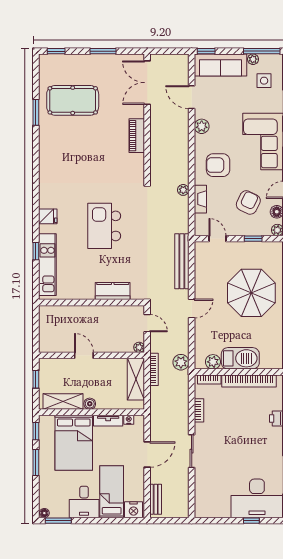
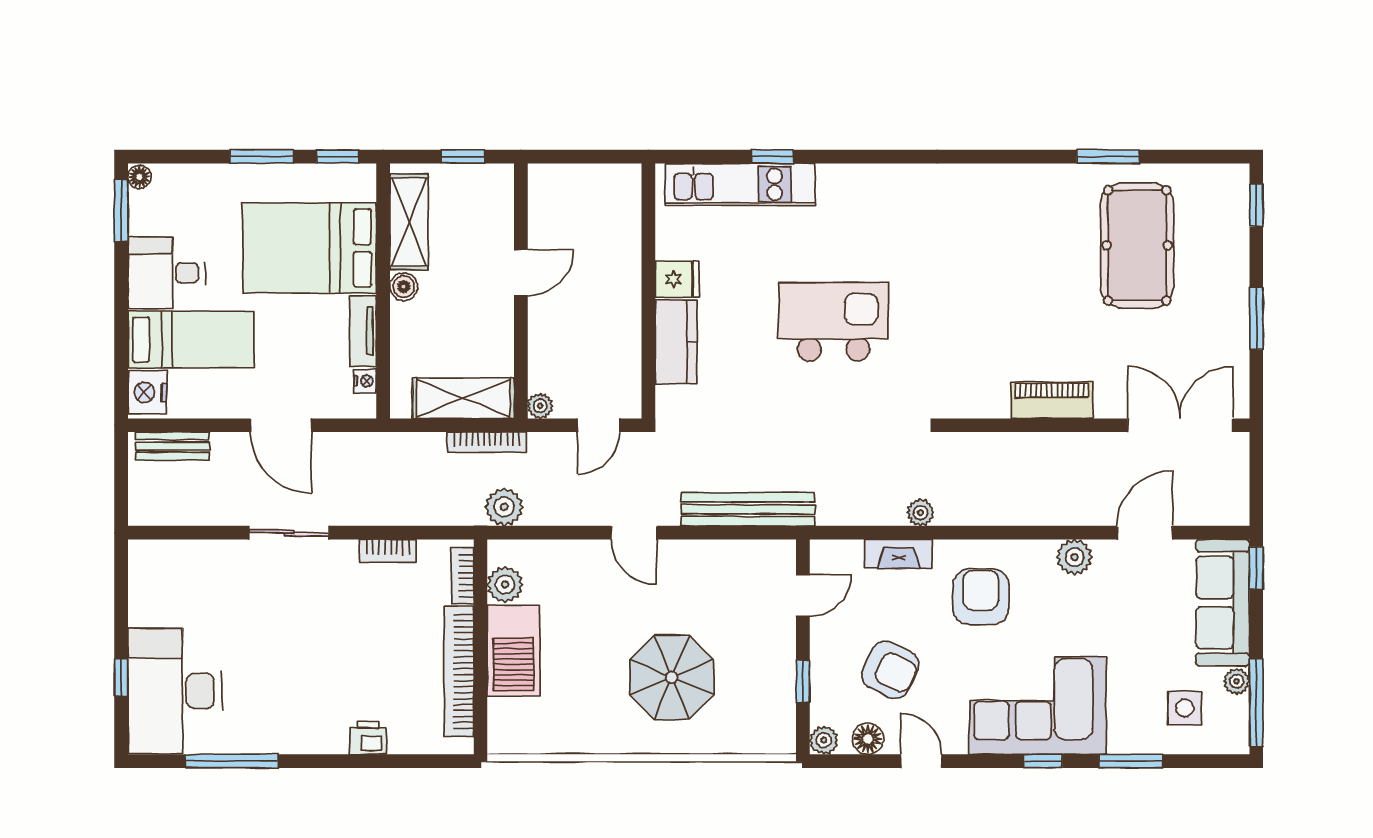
fridge: (48, 216) -> (677, 279), moved, turned -90
parasol: (251, 293) -> (672, 677), width x0.73, depth x0.73

